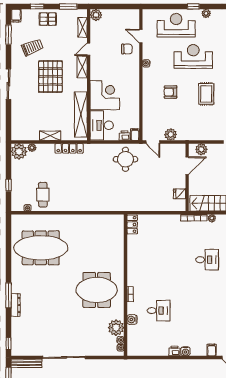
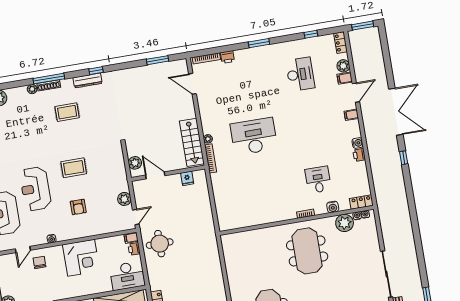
corner desk: (105, 95) -> (81, 258), moved, turned 180
locker: (132, 224) -> (361, 202), moved
desk: (207, 260) -> (254, 136), width x1.87, depth x1.30

